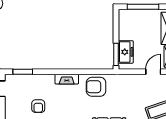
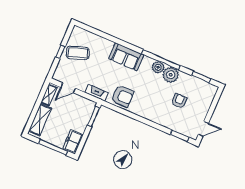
freezer: (126, 52) -> (73, 142), moved
fireplace: (67, 79) -> (96, 93), moved

